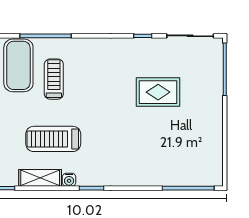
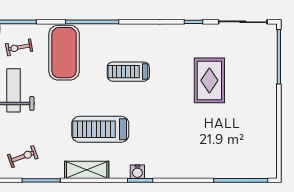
treadmill: (54, 79) -> (128, 72), moved, turned -90
rug: (158, 92) -> (209, 80), turned 90
water cooler: (69, 180) -> (137, 172), moved

